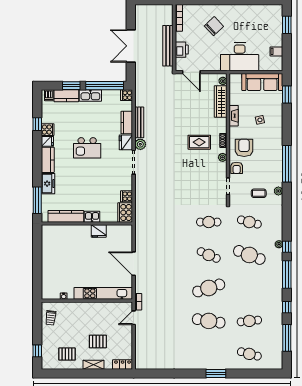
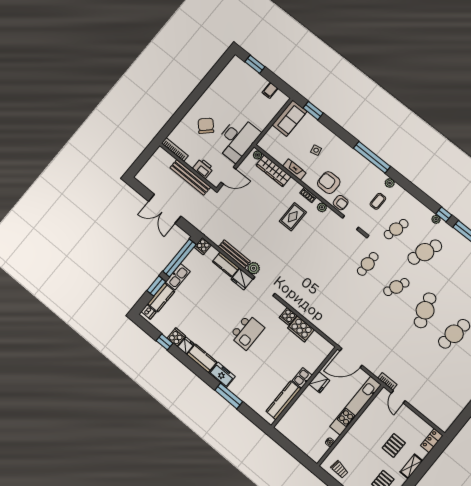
desk: (240, 57) -> (237, 139), moved
sofa: (262, 82) -> (289, 118), width x0.73
kitchen island: (87, 148) -> (247, 332), moved
kitchen counter: (66, 216) -> (283, 400), moved
kitchen sink: (92, 217) -> (302, 378), moved
wall: (87, 223) -> (304, 387), moved
fridge: (99, 231) -> (319, 382), moved

